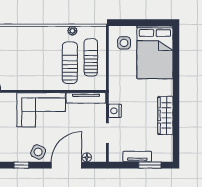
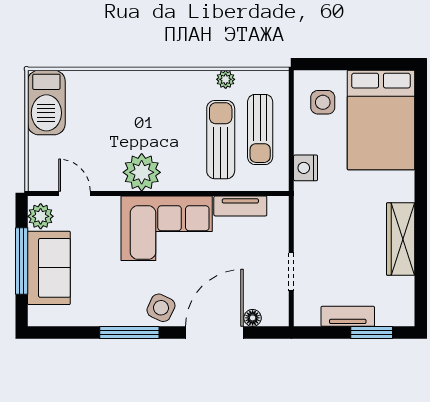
sun lounger: (91, 57) -> (260, 129), turned 180
plant: (28, 80) -> (142, 172), added
tv unit: (86, 98) -> (240, 206), width x0.71
nightstand: (115, 111) -> (306, 168), moved
window: (21, 165) -> (129, 333), width x2.17

